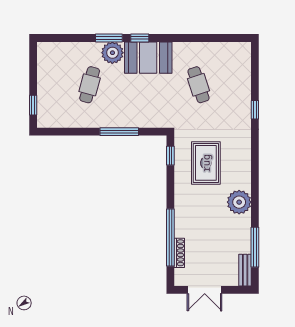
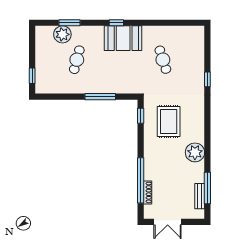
window: (109, 38) -> (70, 23), moved
plant: (112, 53) -> (62, 34), moved
bench: (245, 270) -> (200, 196), moved

